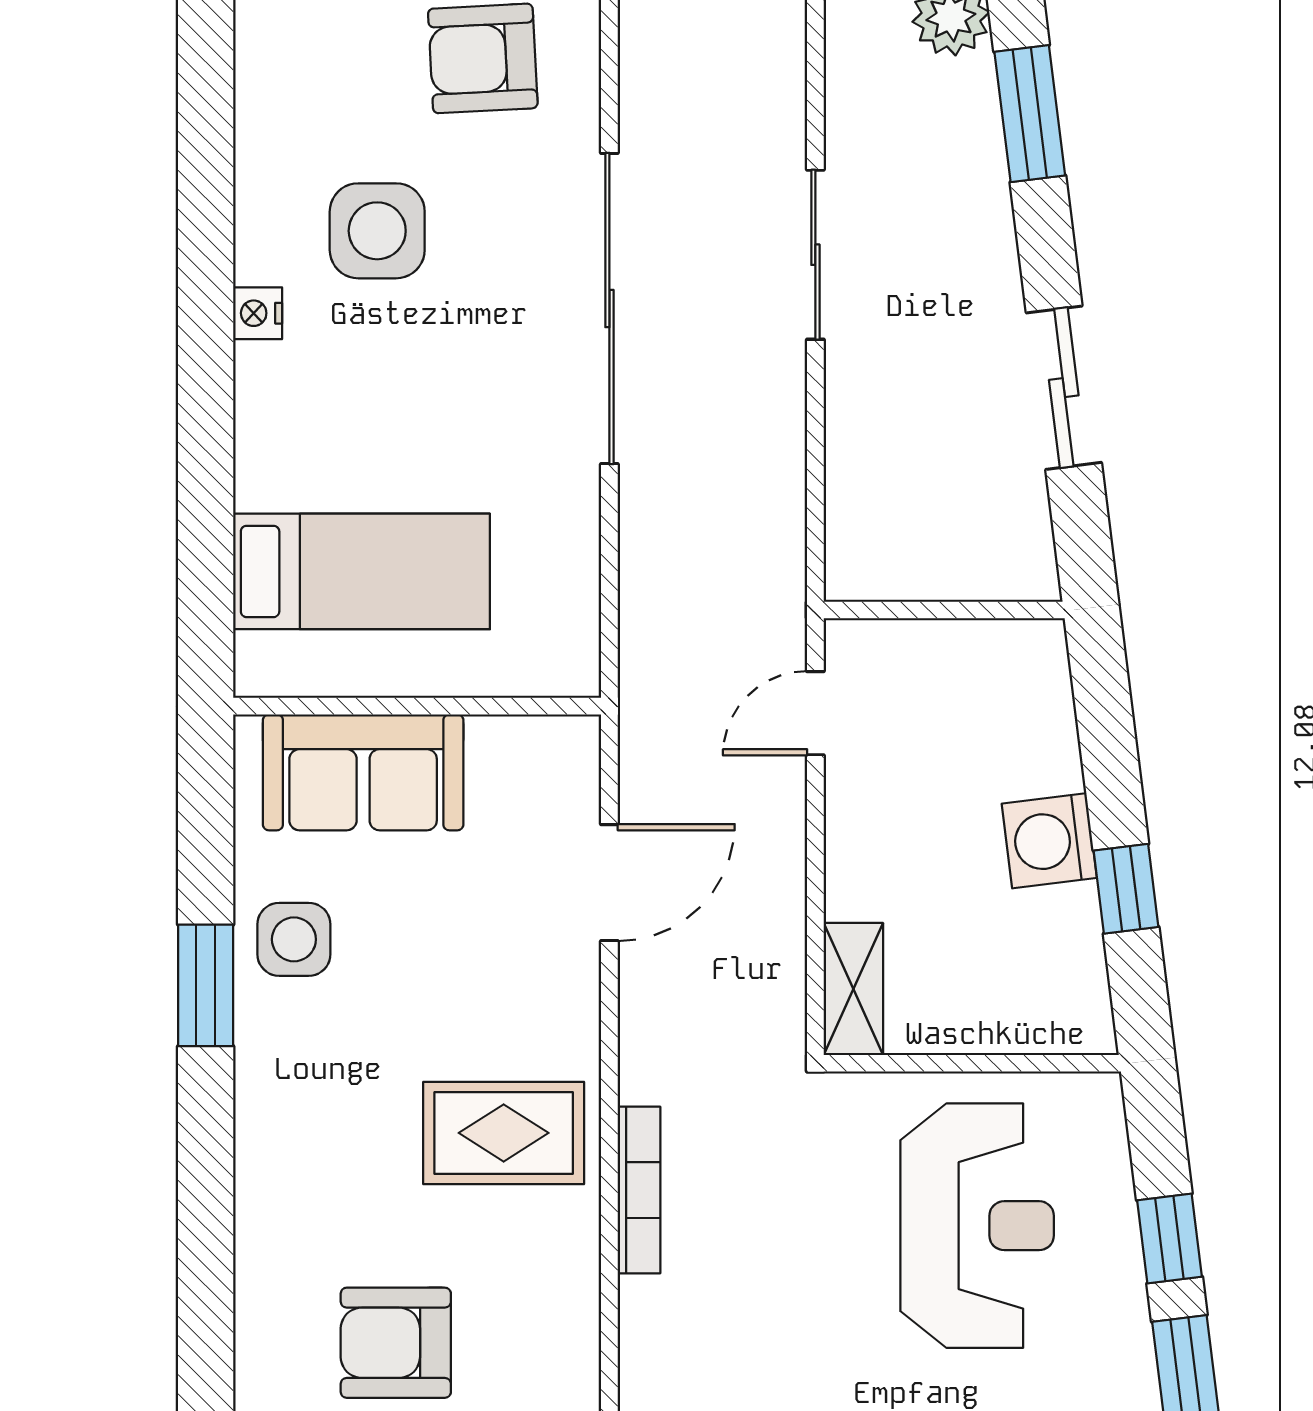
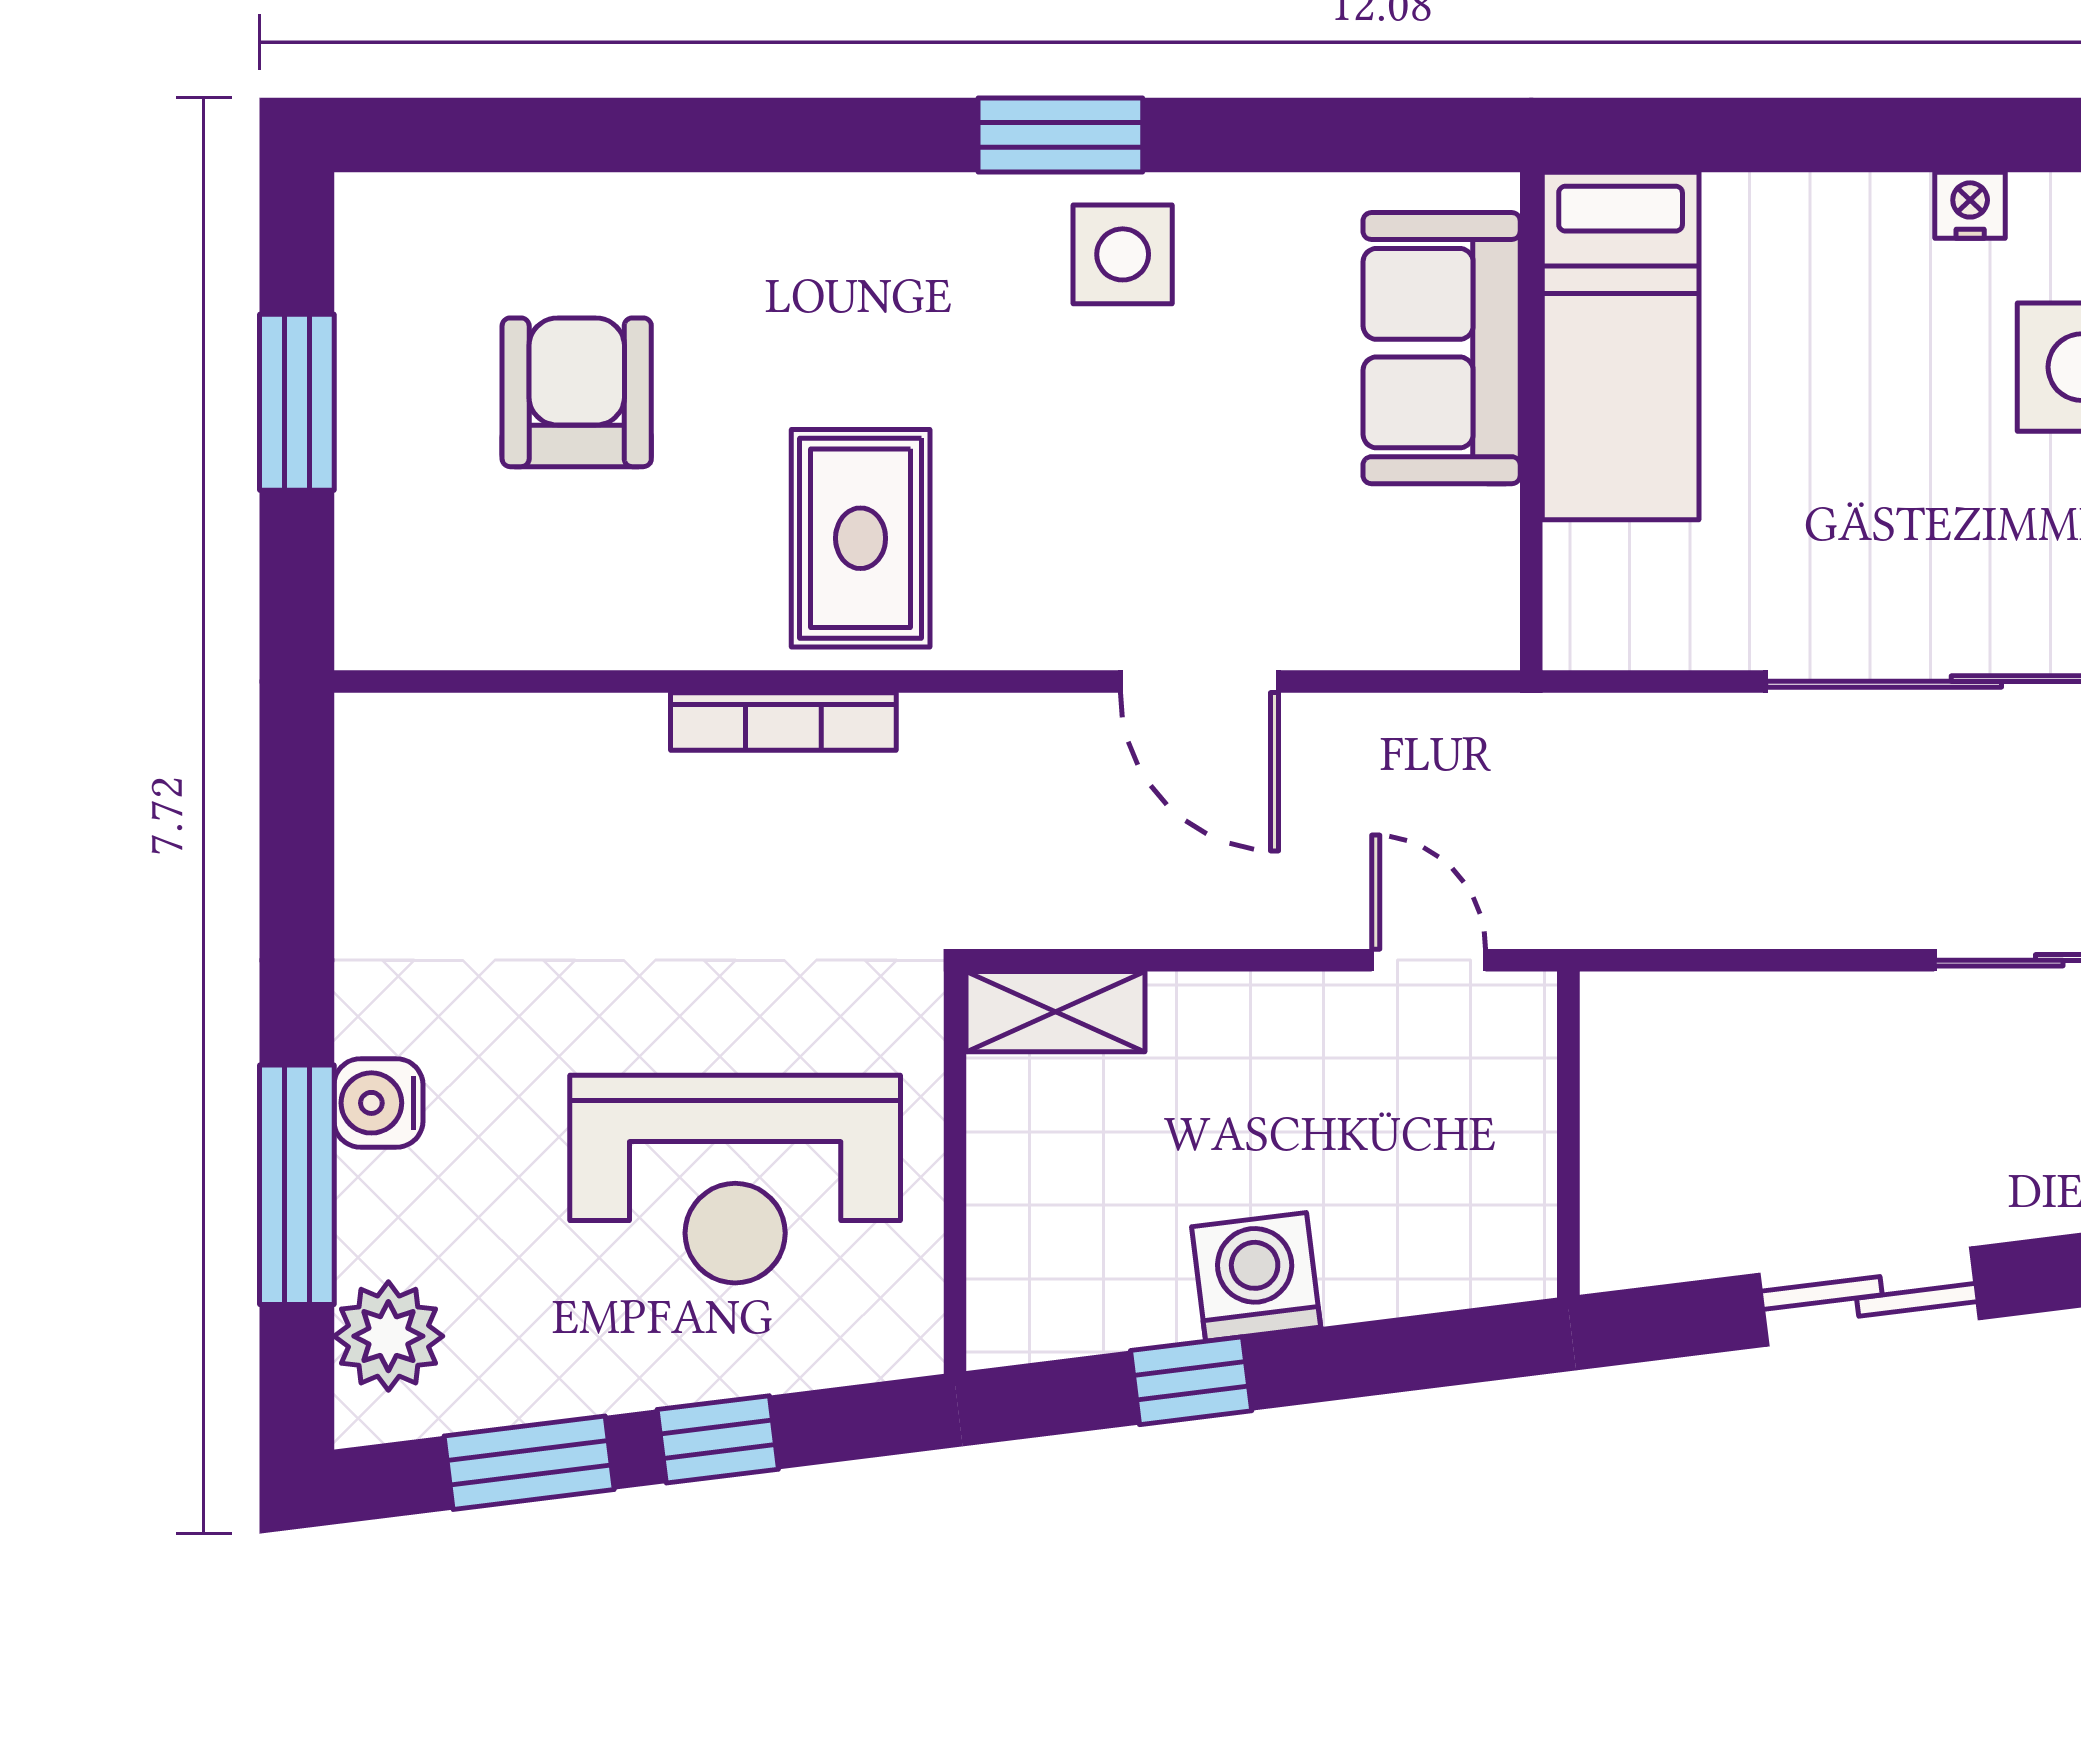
wall: (417, 706) -> (1531, 421), moved
sofa: (363, 772) -> (1442, 348), moved

